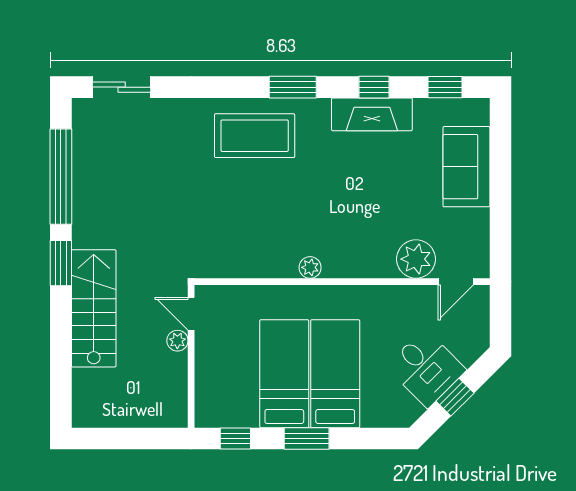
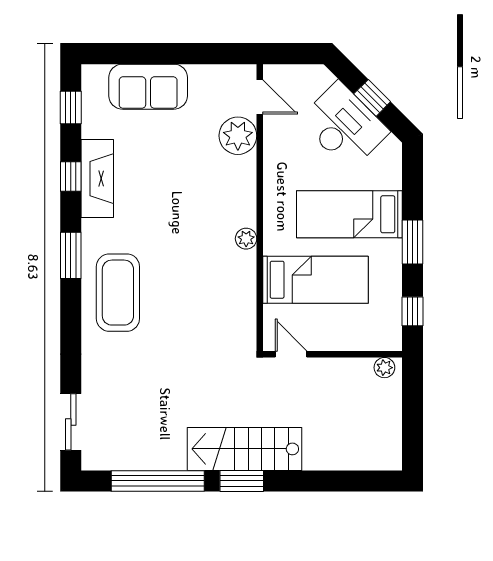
stairs: (94, 308) -> (244, 449), moved
door: (191, 314) -> (291, 354), swing flipped
plant: (177, 341) -> (384, 368), moved
desk: (426, 368) -> (344, 126), width x1.37
bed: (284, 374) -> (316, 280), moved, turned 180

